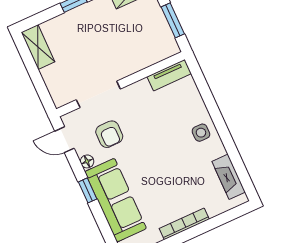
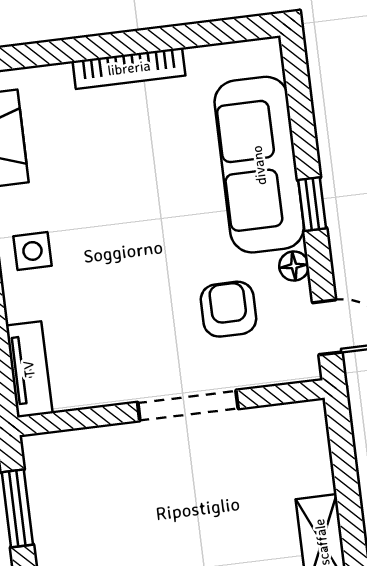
tv unit: (169, 75) -> (29, 369), moved, turned 90
doorway: (98, 94) -> (188, 406), moved

